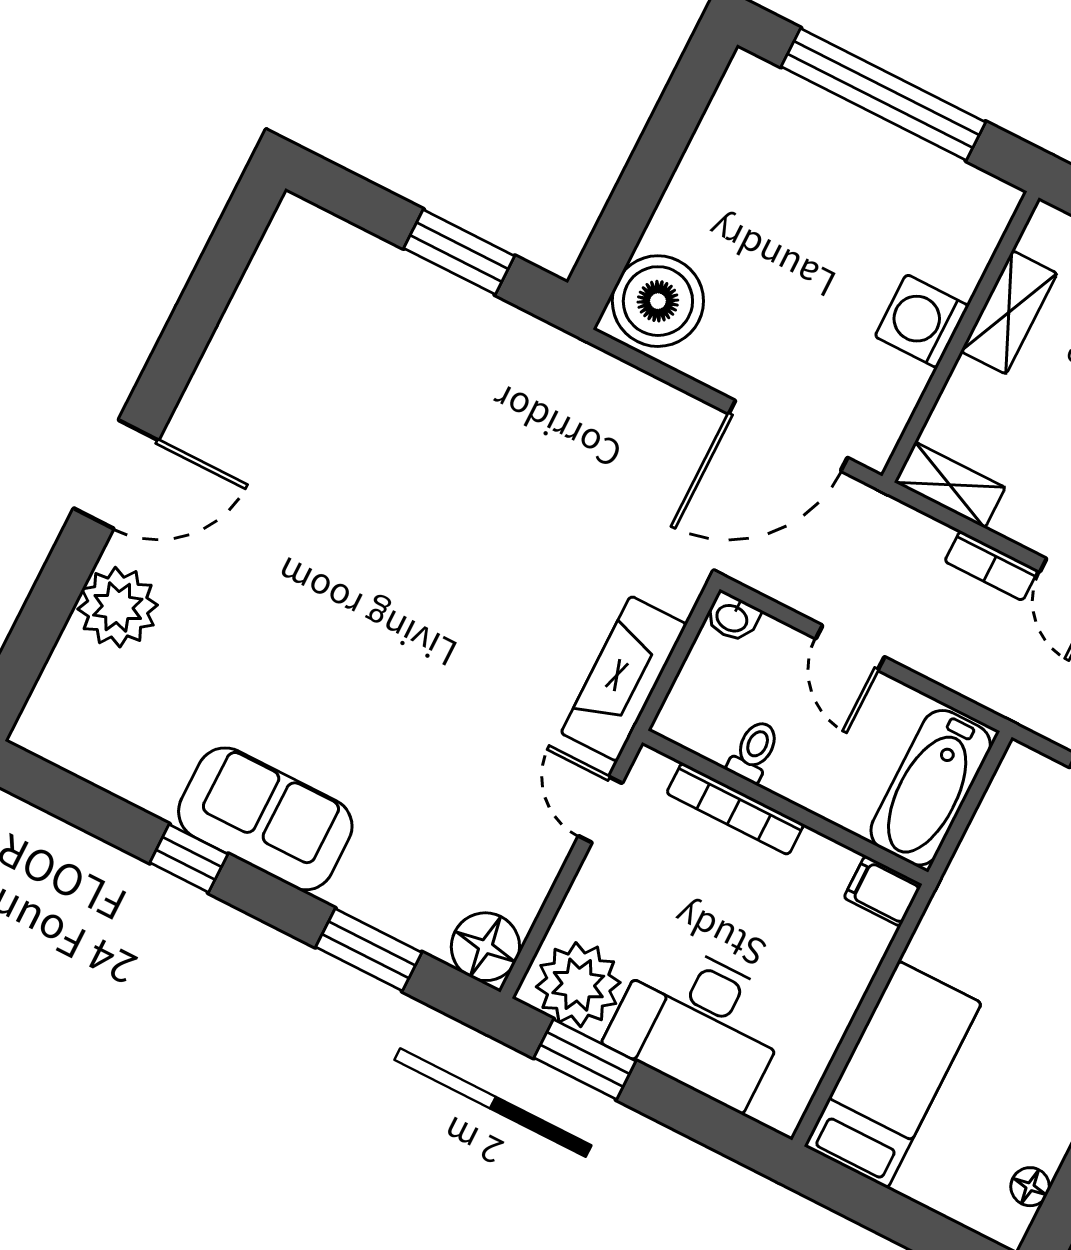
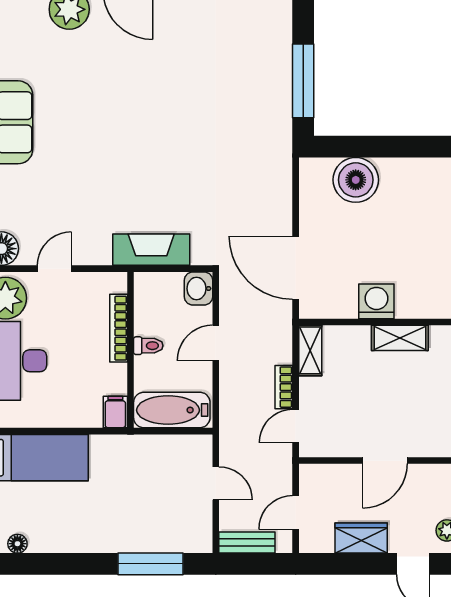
window: (459, 252) -> (303, 81), width x1.44
boiler: (658, 301) -> (356, 180), moved
washbasin: (732, 617) -> (198, 289), width x1.38, depth x1.45
toilet: (754, 751) -> (148, 346), moved
door: (600, 810) -> (54, 269), moved

